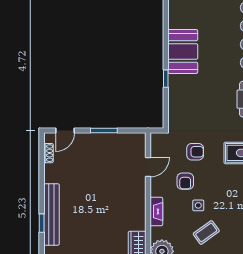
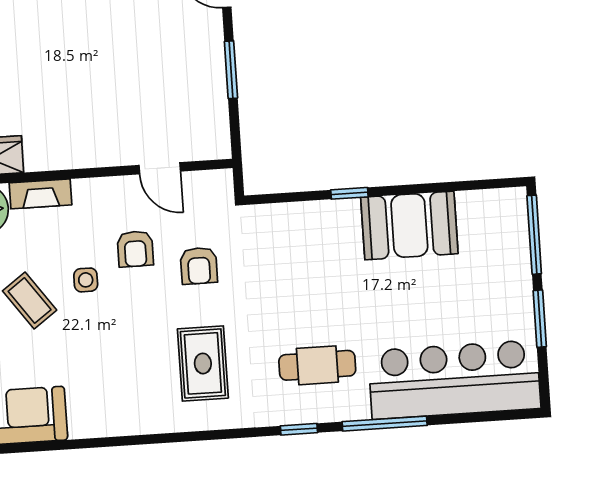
armchair: (185, 181) -> (135, 249), turned -90
fireplace: (156, 211) -> (40, 194), moved

